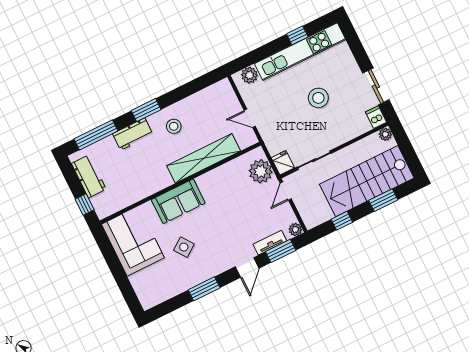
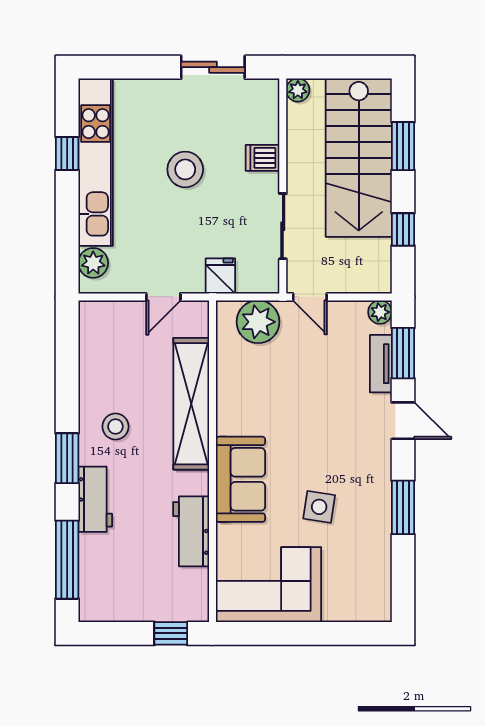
dishwasher: (376, 117) -> (263, 158), moved
fridge: (283, 163) -> (220, 276), moved, turned 90
workbench: (89, 176) -> (191, 531), moved, turned -90
side table: (184, 247) -> (319, 507), turned 45

